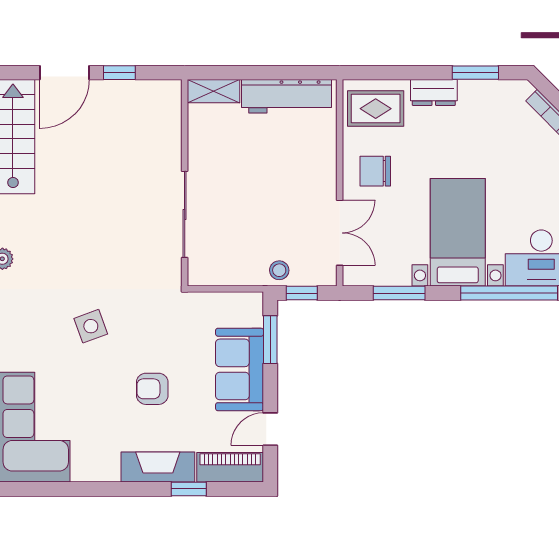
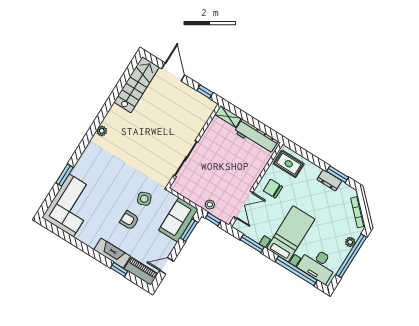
door: (65, 73) -> (173, 72), swing flipped
window: (119, 73) -> (205, 92), moved
dresser: (434, 92) -> (329, 180), moved
side table: (91, 326) -> (144, 199), moved
sofa: (240, 369) -> (178, 220), moved

